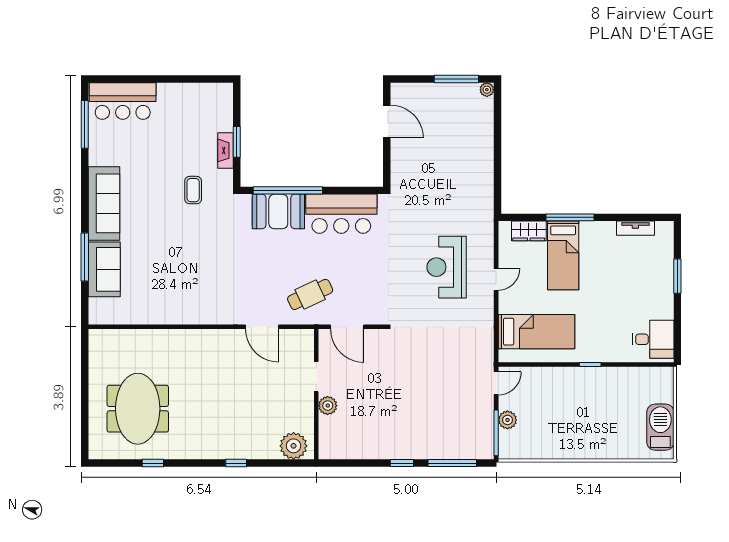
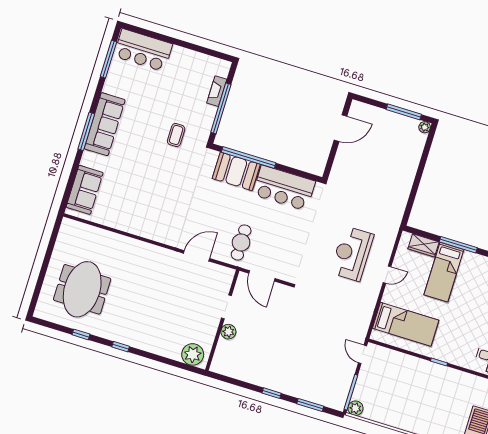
door: (387, 122) -> (340, 128), hinge flipped
window: (237, 142) -> (221, 108), width x2.11
fireplace: (226, 150) -> (217, 91), moved
window: (85, 257) -> (86, 131), moved
sofa: (104, 269) -> (85, 190), moved
cafe table: (310, 294) -> (241, 242), turned -65
door: (262, 327) -> (197, 256), swing flipped
door: (496, 383) -> (363, 354), swing flipped
plant: (507, 420) -> (355, 408), moved
window: (236, 463) -> (121, 347), moved
window: (452, 463) -> (310, 405), width x0.69

